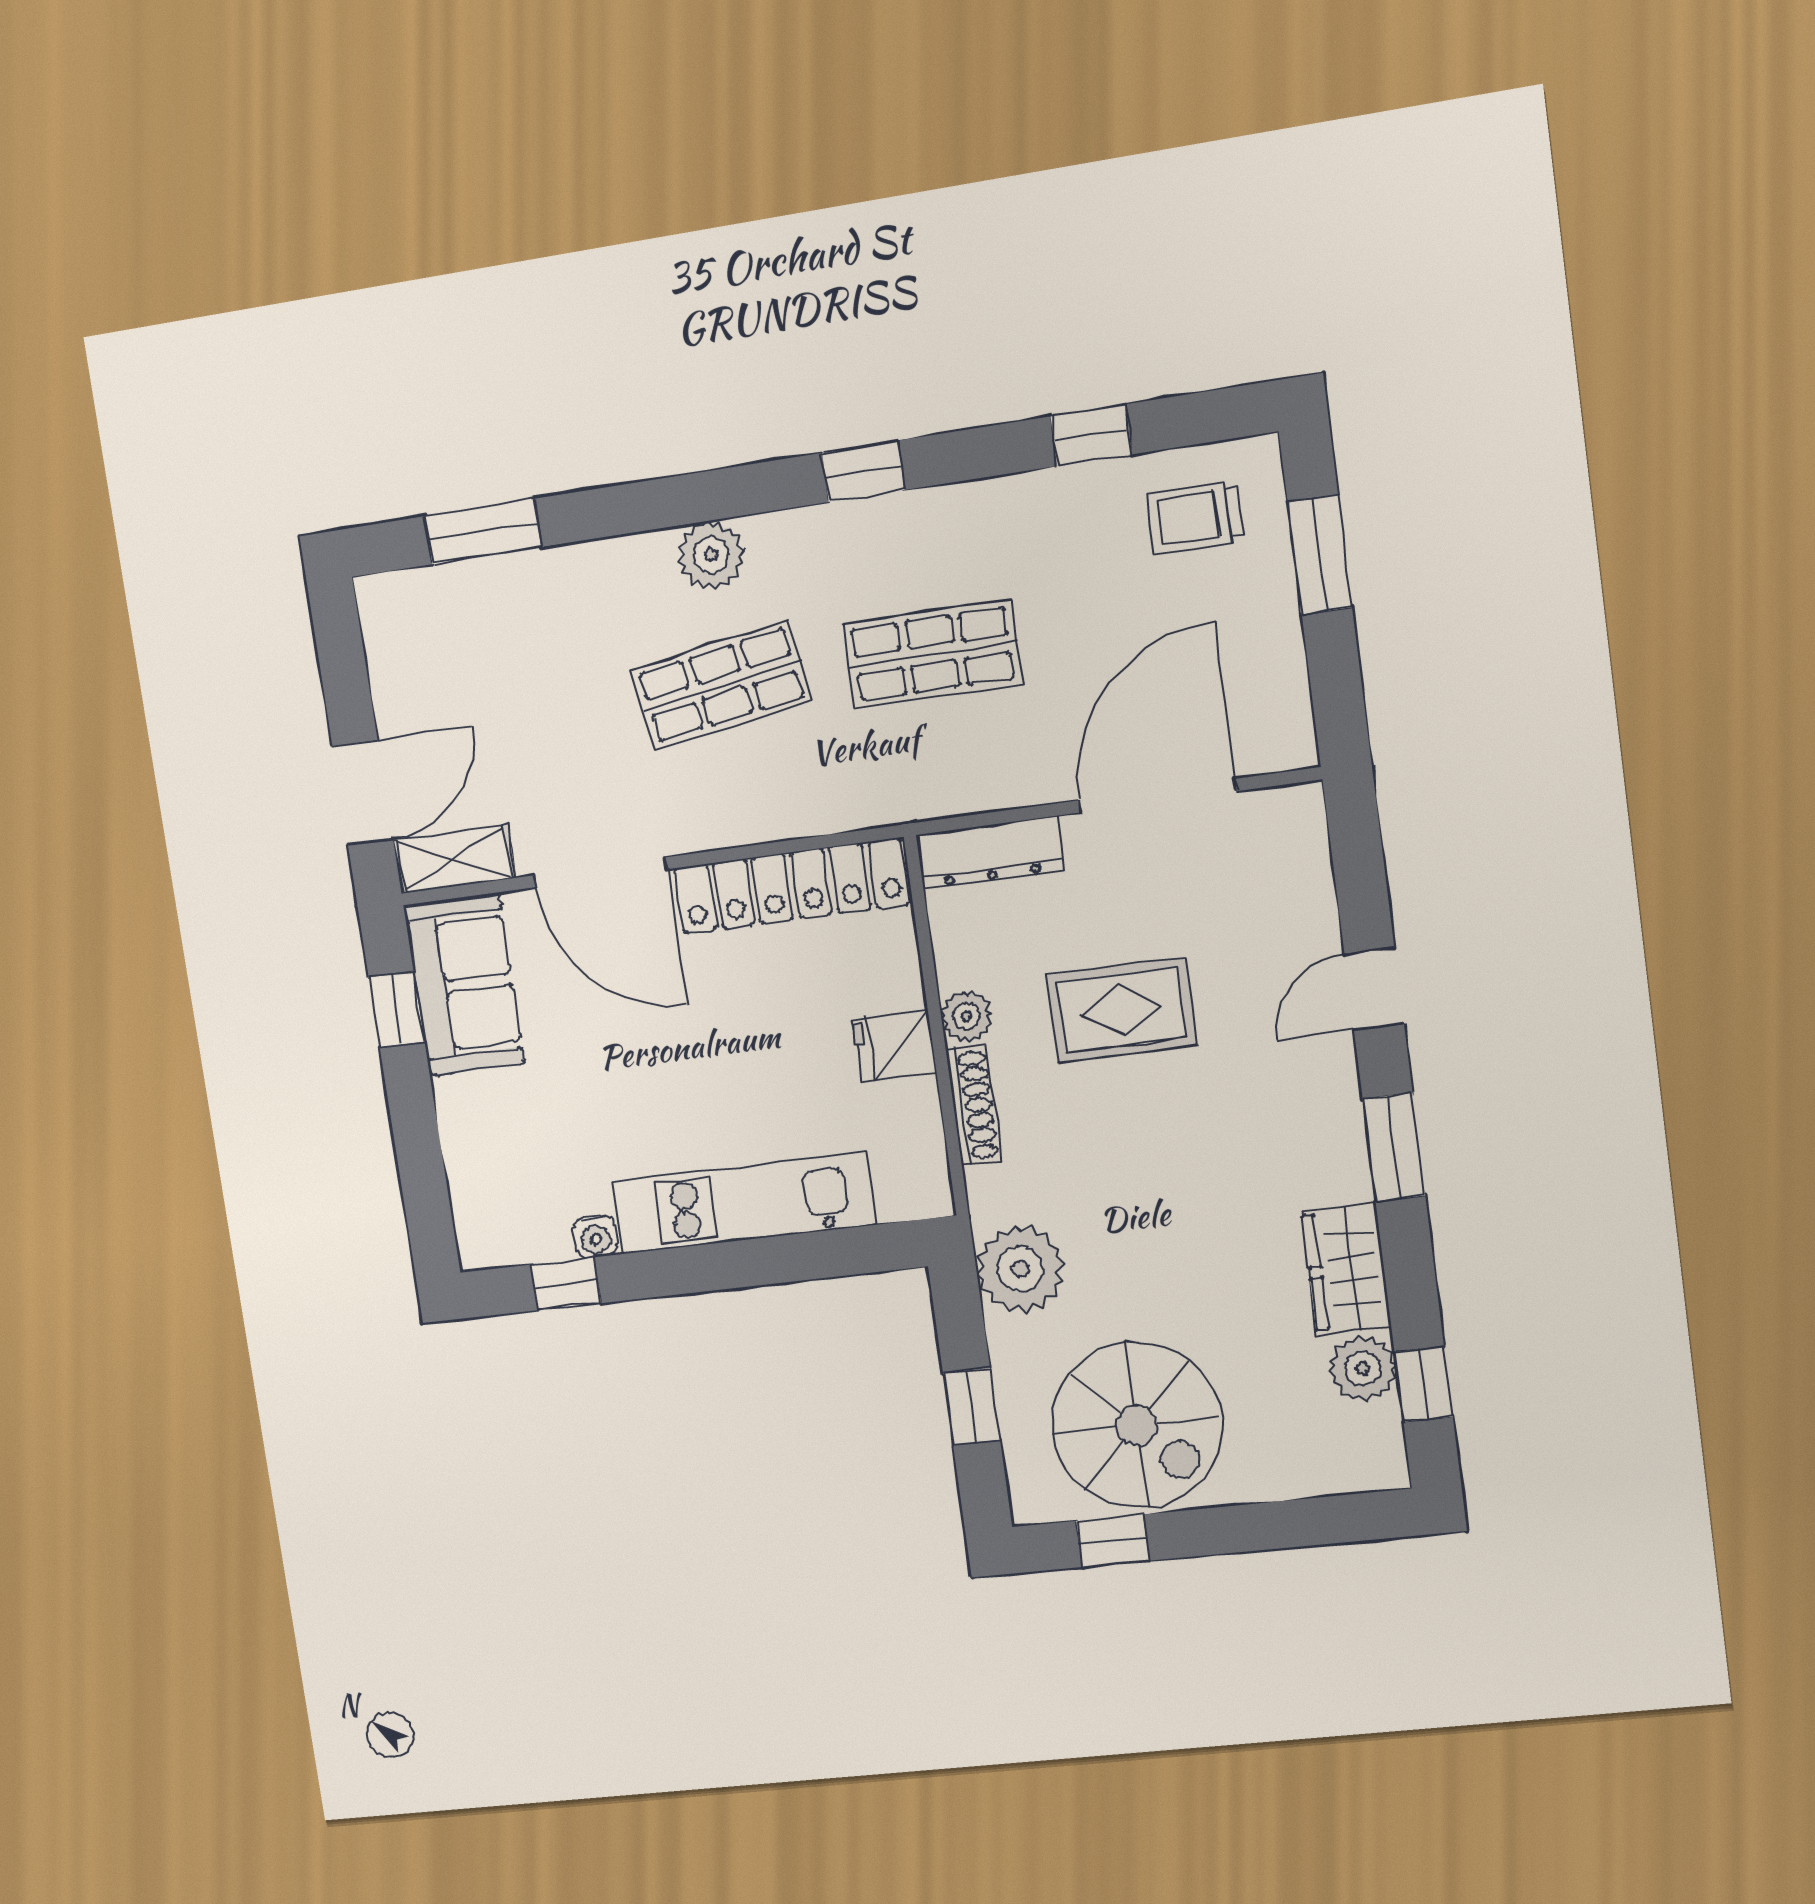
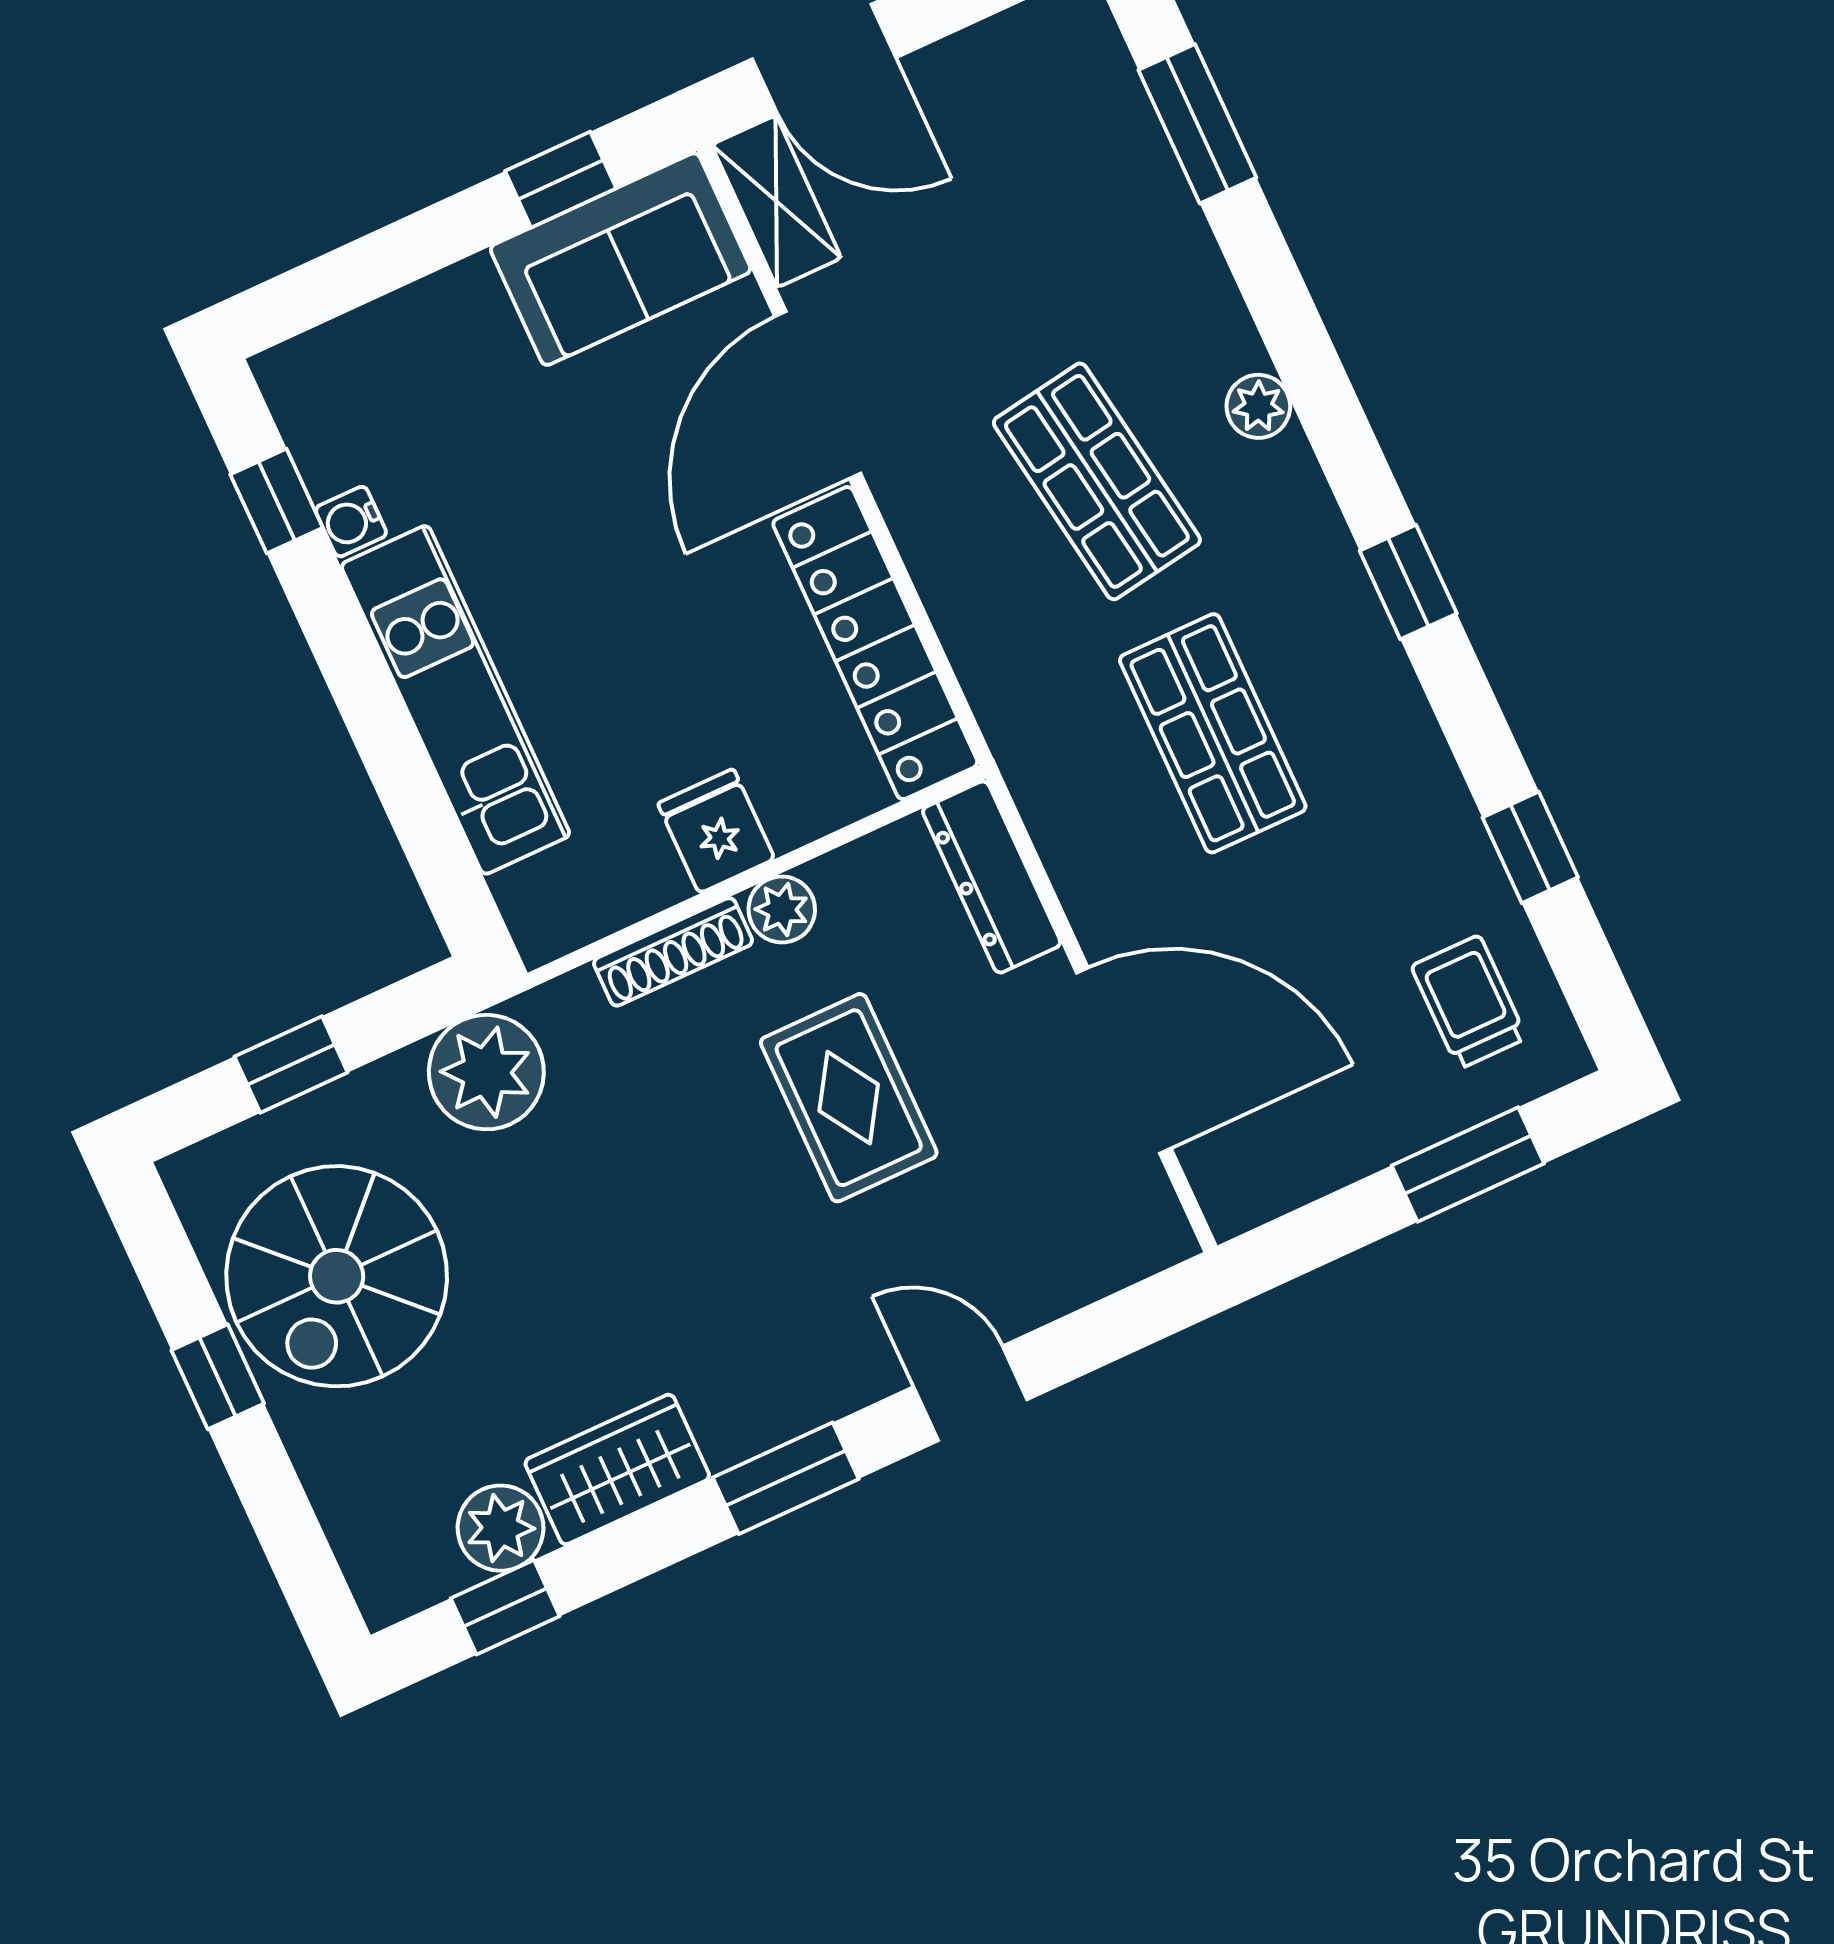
plant: (711, 555) -> (1258, 406), width x0.73, depth x0.73
window: (1113, 1541) -> (218, 1377), moved

